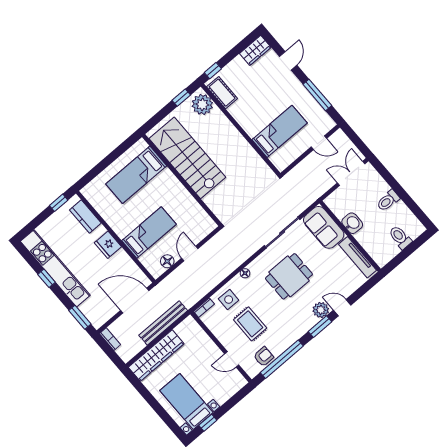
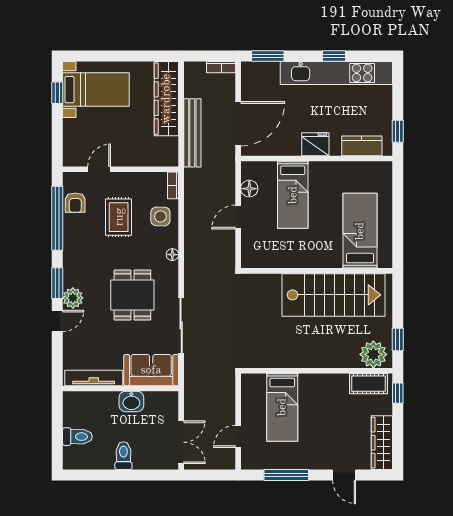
wardrobe: (255, 50) -> (382, 443), width x1.50
door: (190, 253) -> (238, 217), swing flipped
rug: (250, 324) -> (119, 217), turned 90

